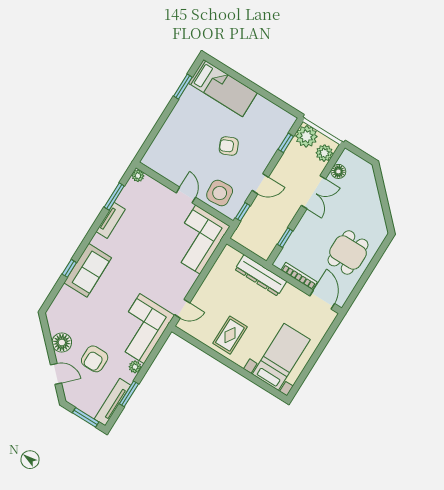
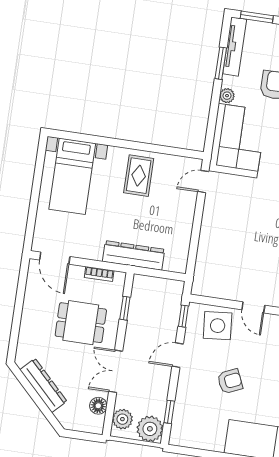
dresser: (374, 206) -> (43, 385), added
corner sofa: (198, 240) -> (219, 265), removed
dining table: (348, 252) -> (81, 323), moved, turned 90
bookcase: (299, 276) -> (99, 274), width x0.64

